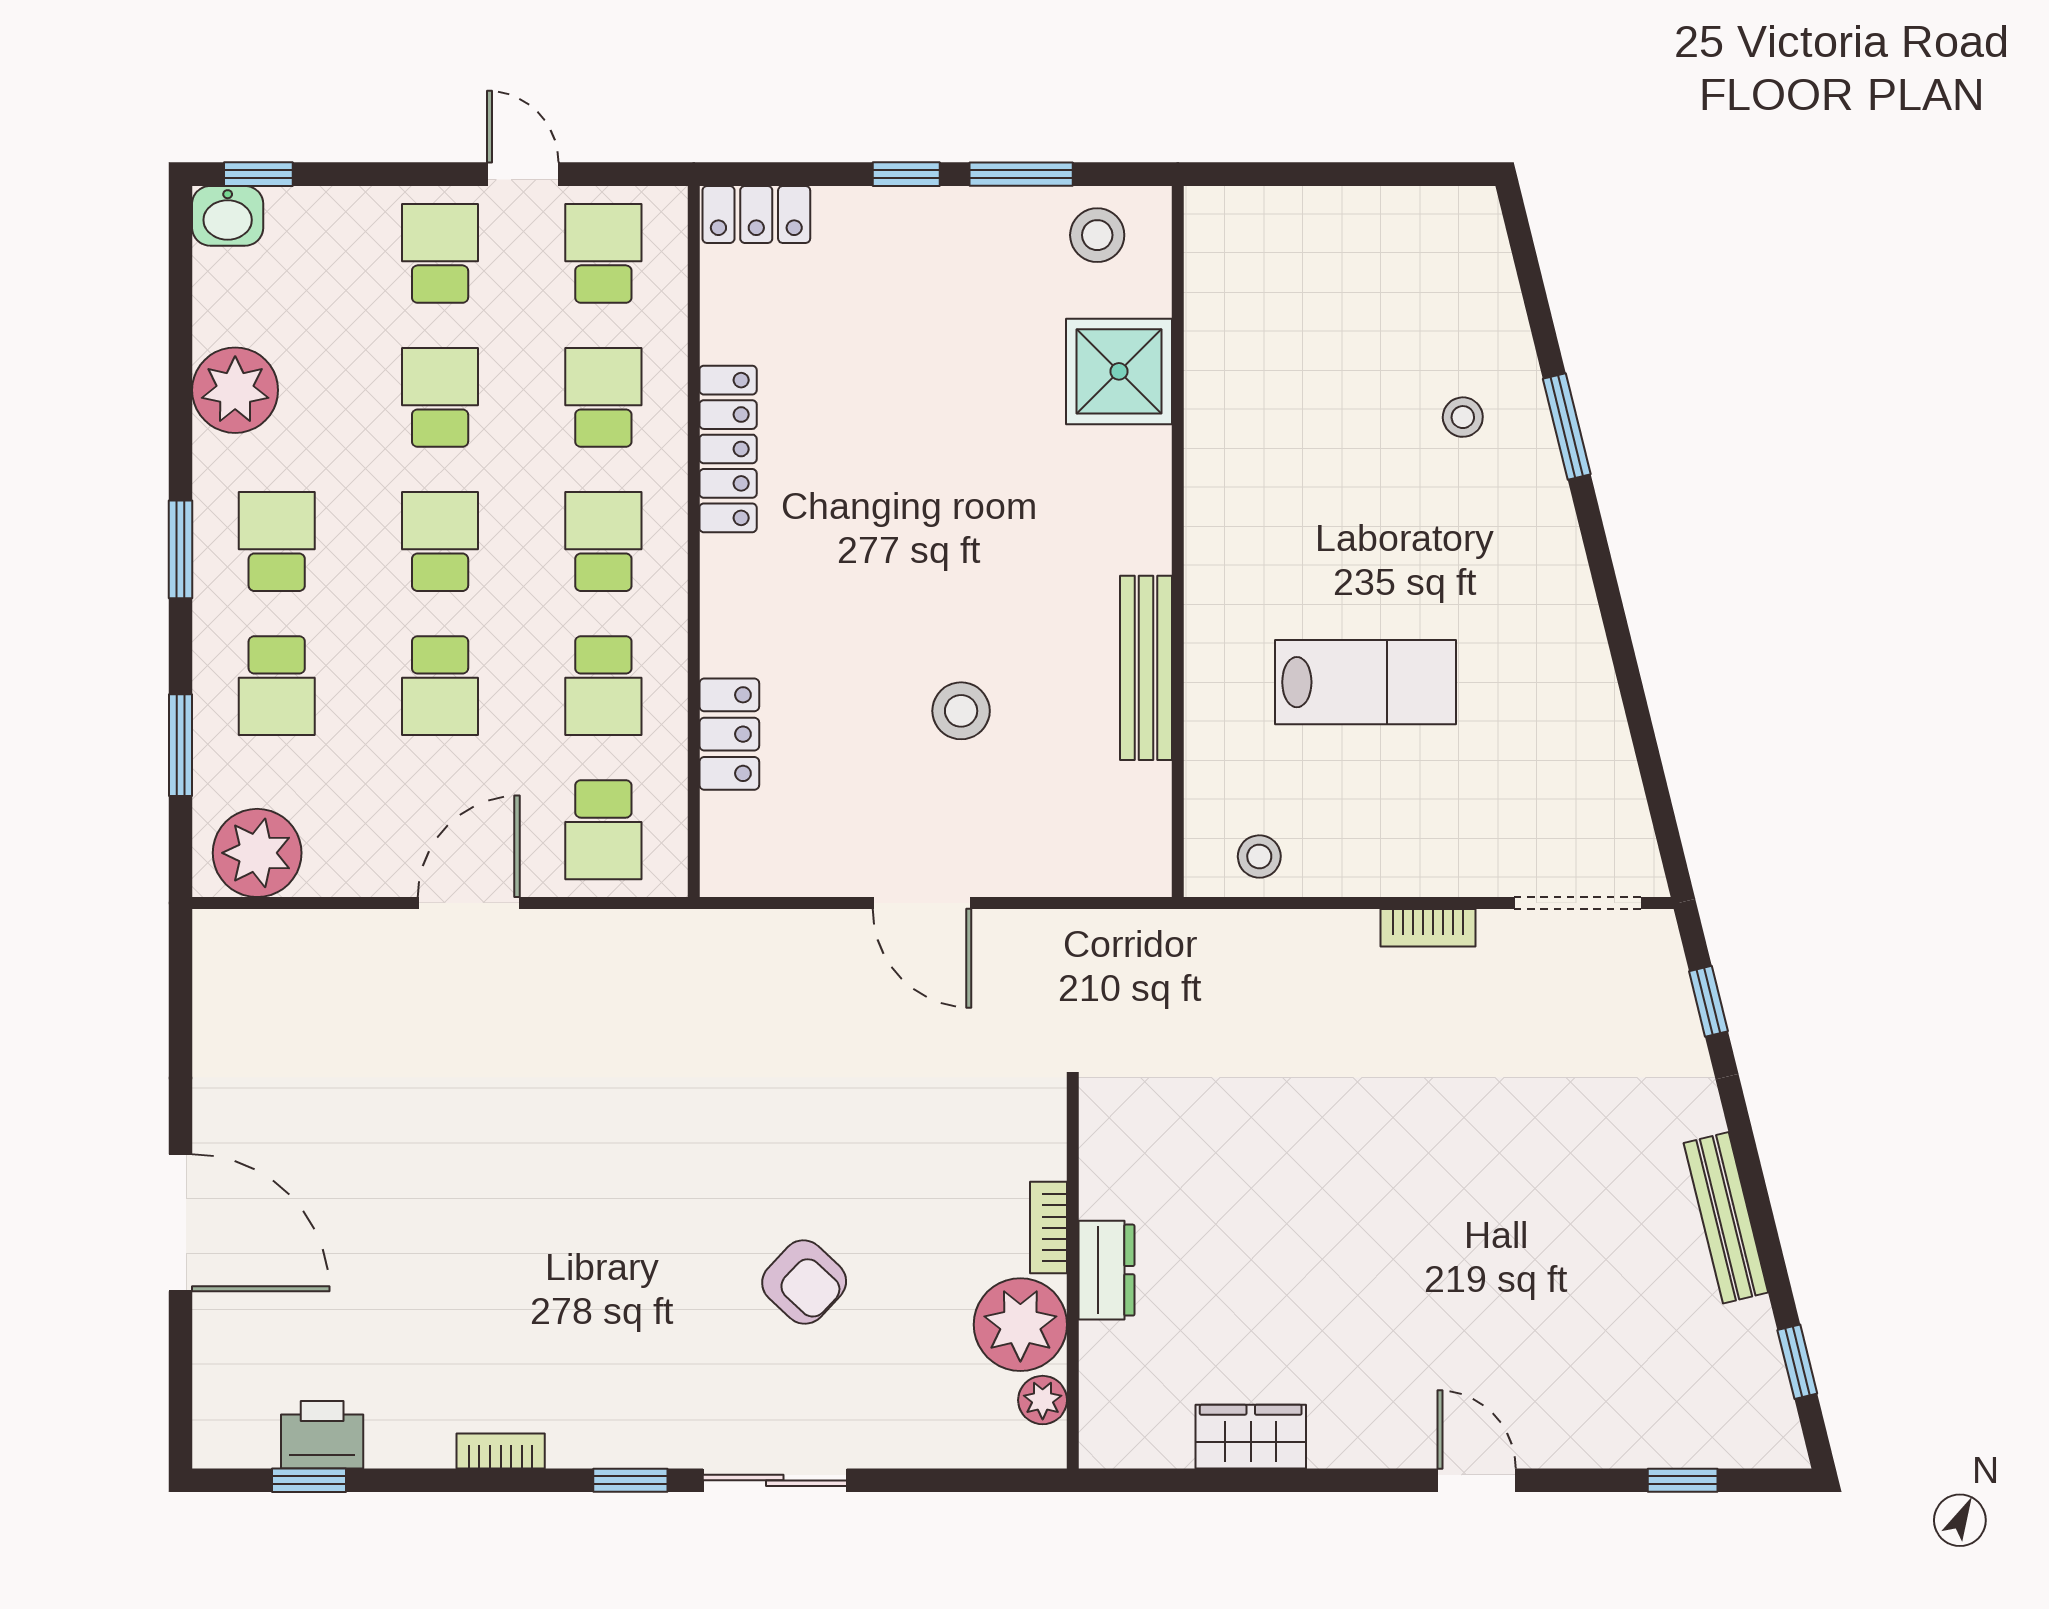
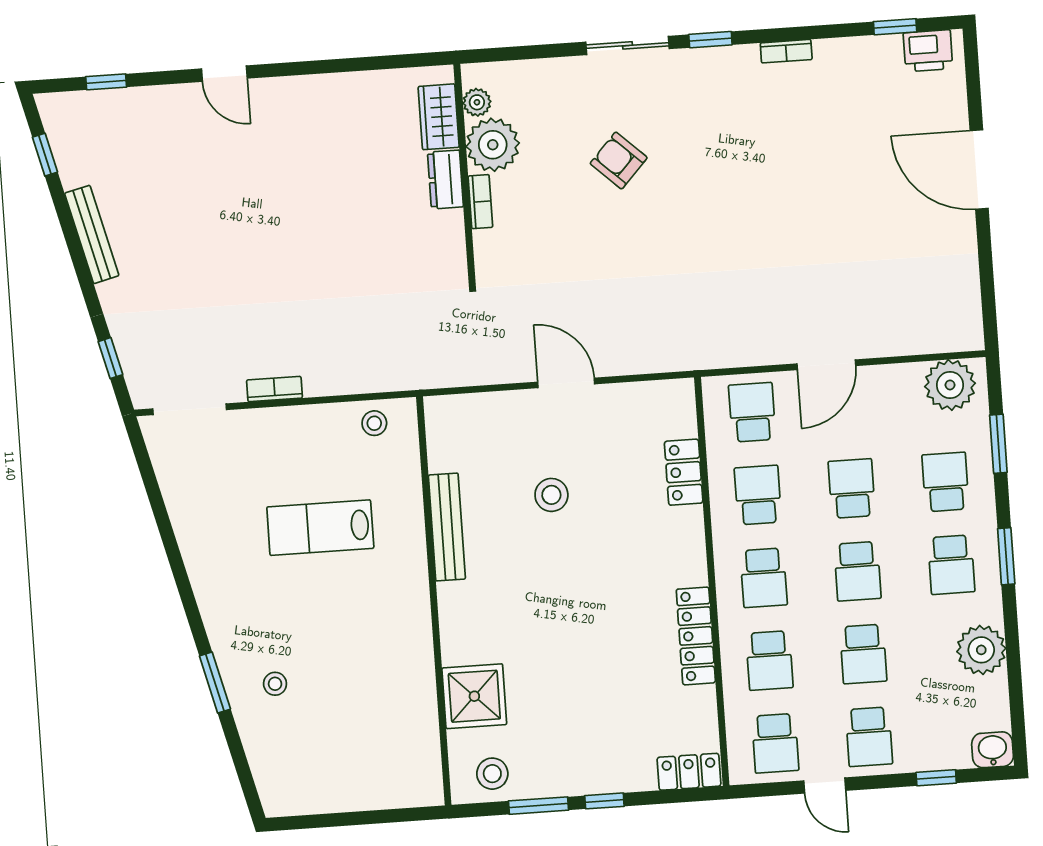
window: (258, 174) -> (936, 778), moved
printer: (322, 1435) -> (928, 51), moved
wardrobe: (1251, 1437) -> (439, 117), moved, turned 90

